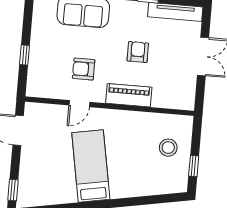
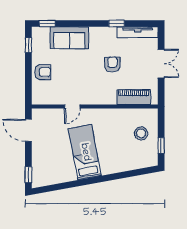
window: (25, 55) -> (28, 45), moved
armchair: (84, 69) -> (43, 72), moved, turned 180
piano: (129, 95) -> (134, 97), moved

